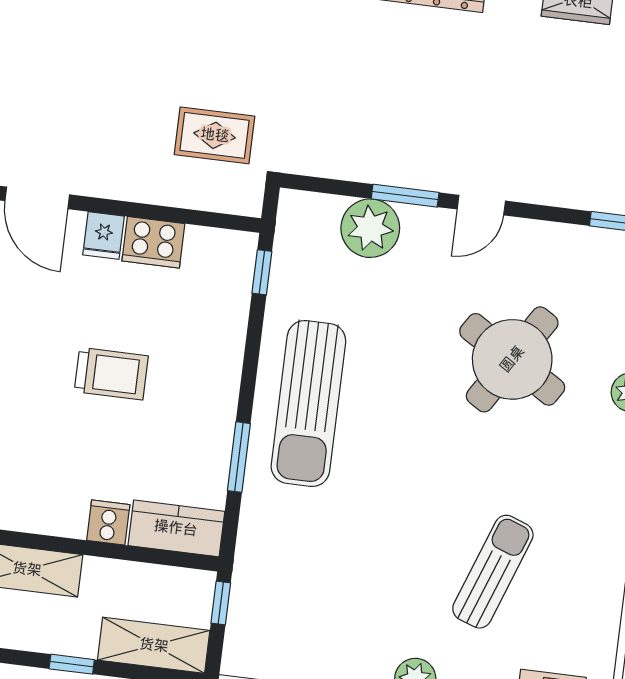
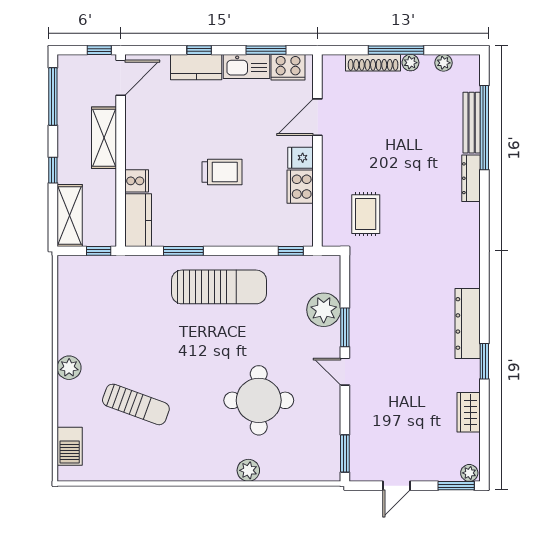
round table: (512, 359) -> (259, 400), turned -32
trolley: (111, 374) -> (222, 172), turned -90
sun lounger: (308, 404) -> (219, 287), turned 180

